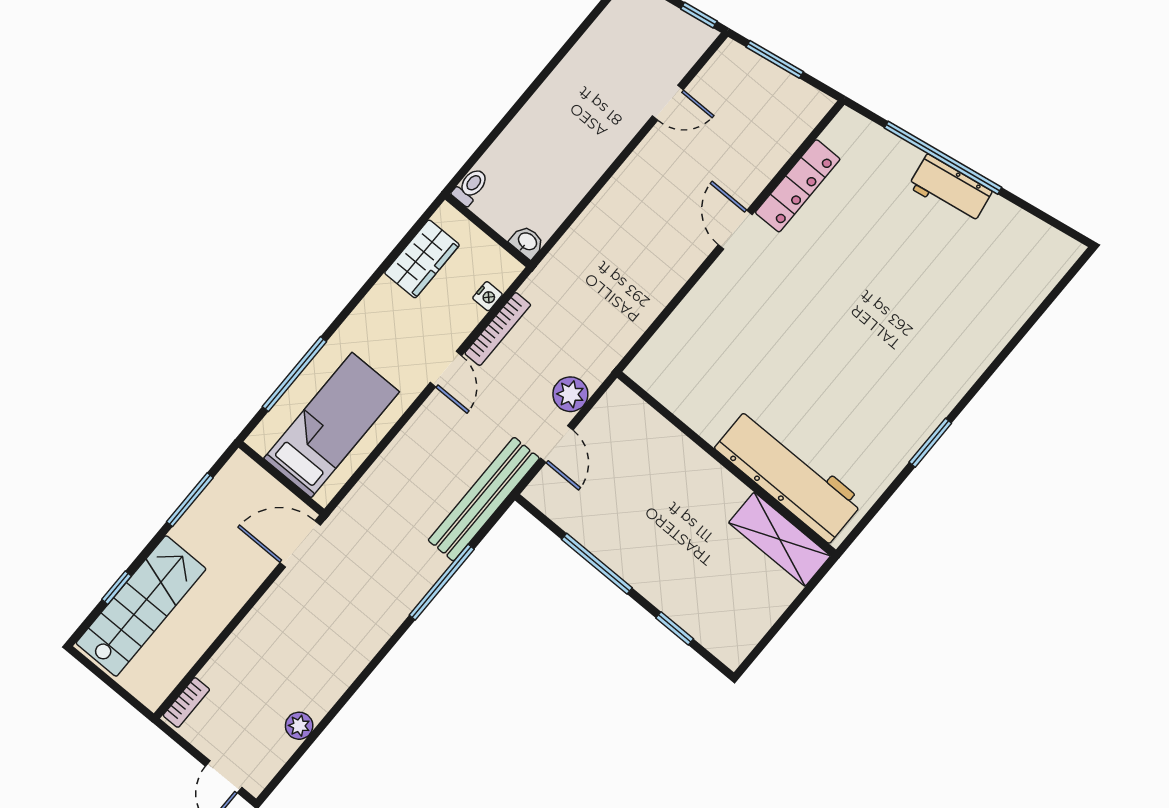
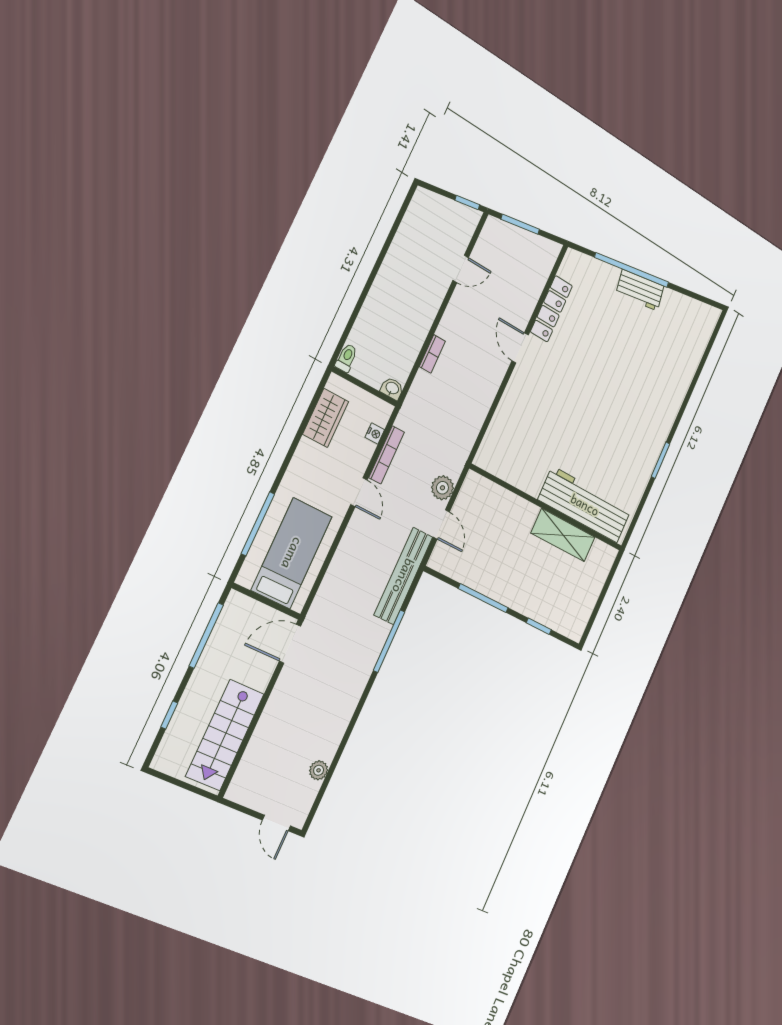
window: (190, 500) -> (206, 635), width x1.44
shelving: (780, 539) -> (563, 535), moved
stairs: (141, 606) -> (225, 735), moved, turned 180
bookcase: (186, 702) -> (432, 354), moved

